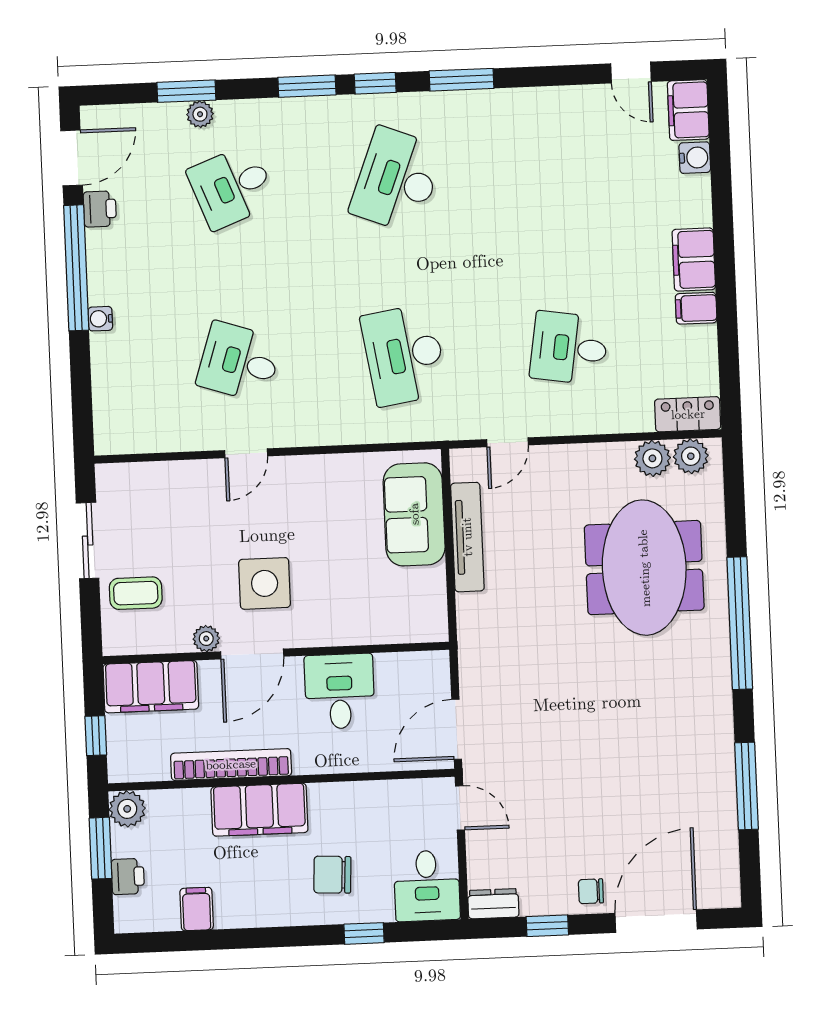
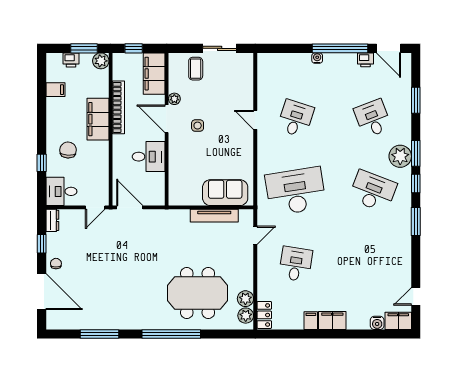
plant: (200, 114) -> (400, 156), moved, width x1.88, depth x1.88
desk: (404, 355) -> (296, 191), width x1.36, depth x1.30
door: (508, 442) -> (255, 235), swing flipped
side table: (265, 583) -> (198, 126), width x0.54, depth x0.54

